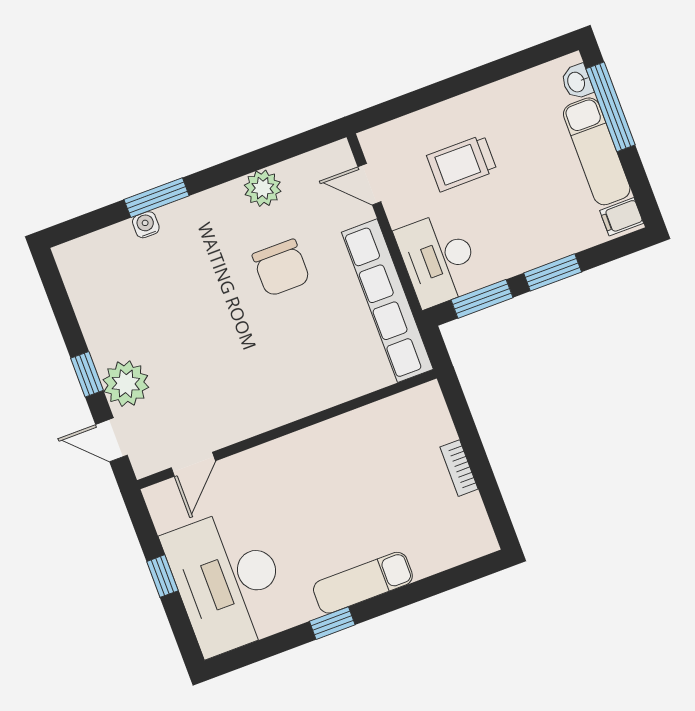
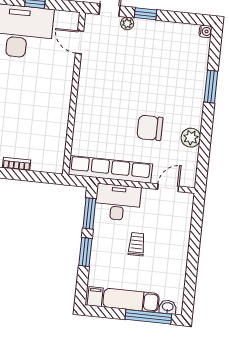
trolley: (462, 163) -> (137, 244), moved, width x0.73, depth x0.72
water cooler: (146, 225) -> (206, 31), moved
plant: (126, 384) -> (127, 23), width x0.53, depth x0.53

